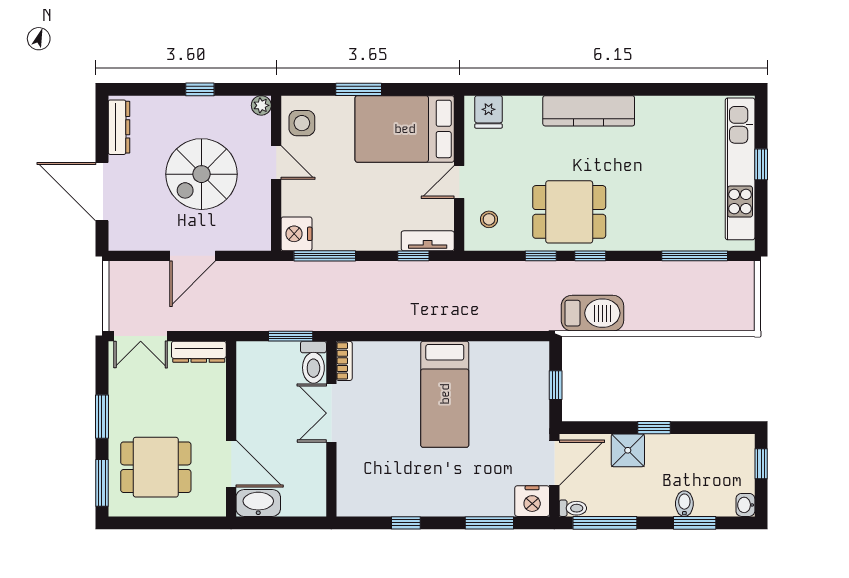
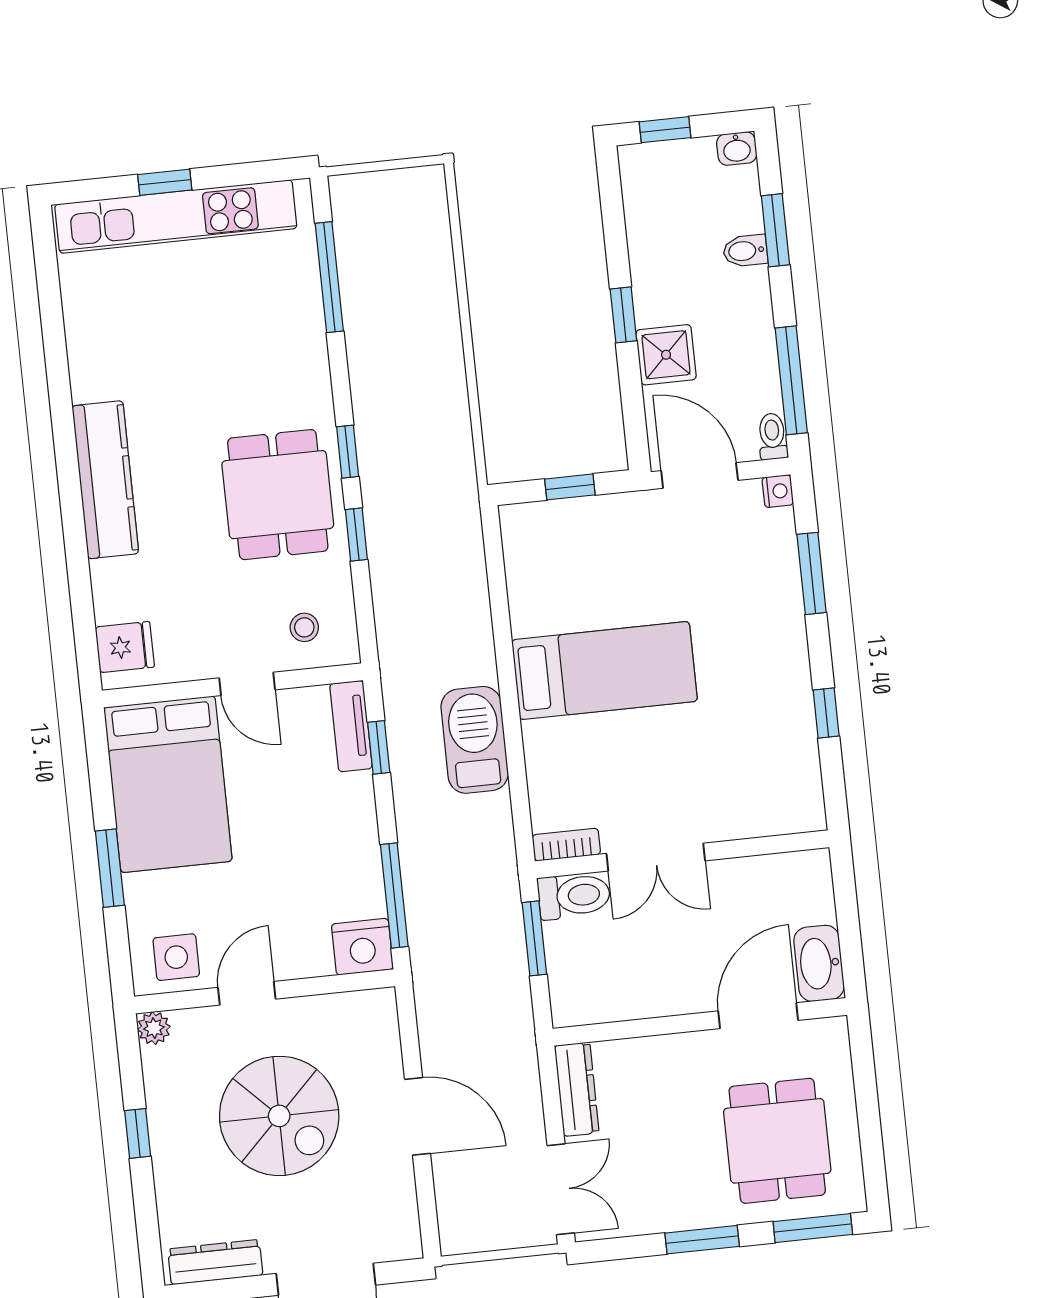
barbecue: (592, 313) -> (475, 740), moved
nightstand: (532, 501) -> (778, 491), width x0.53, depth x0.56

